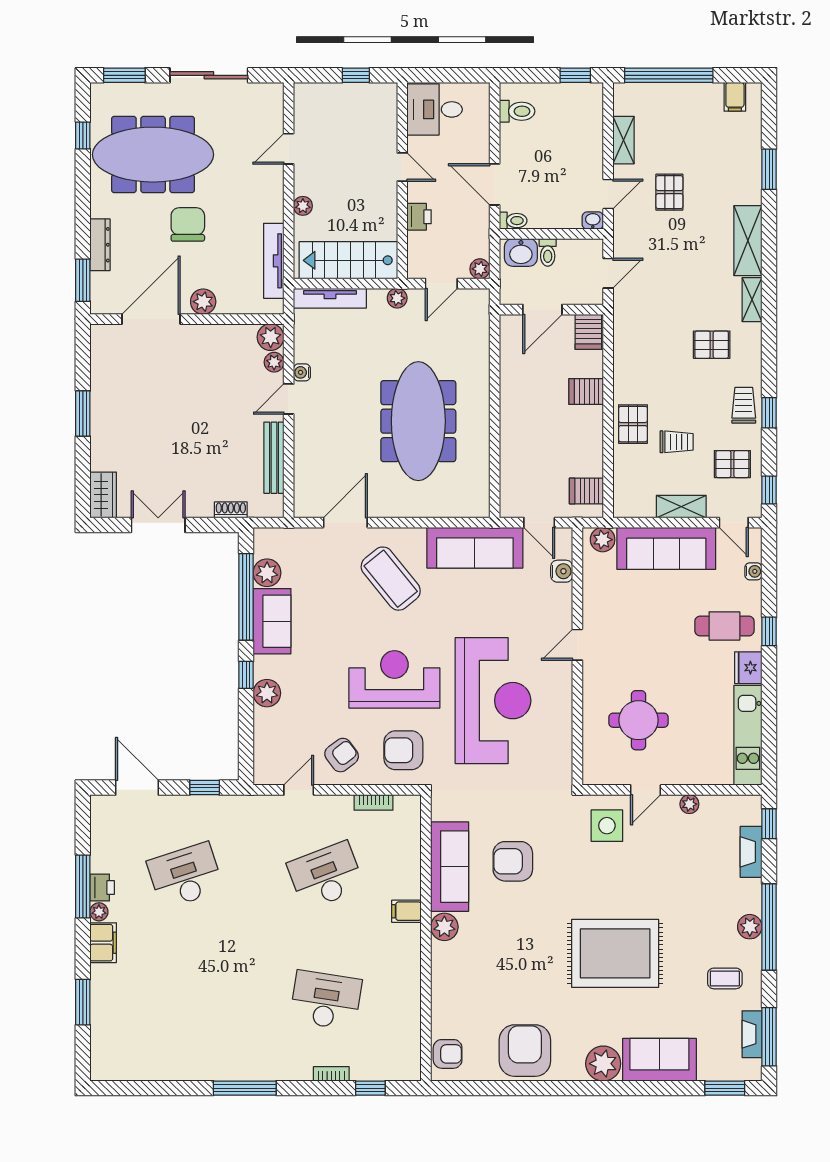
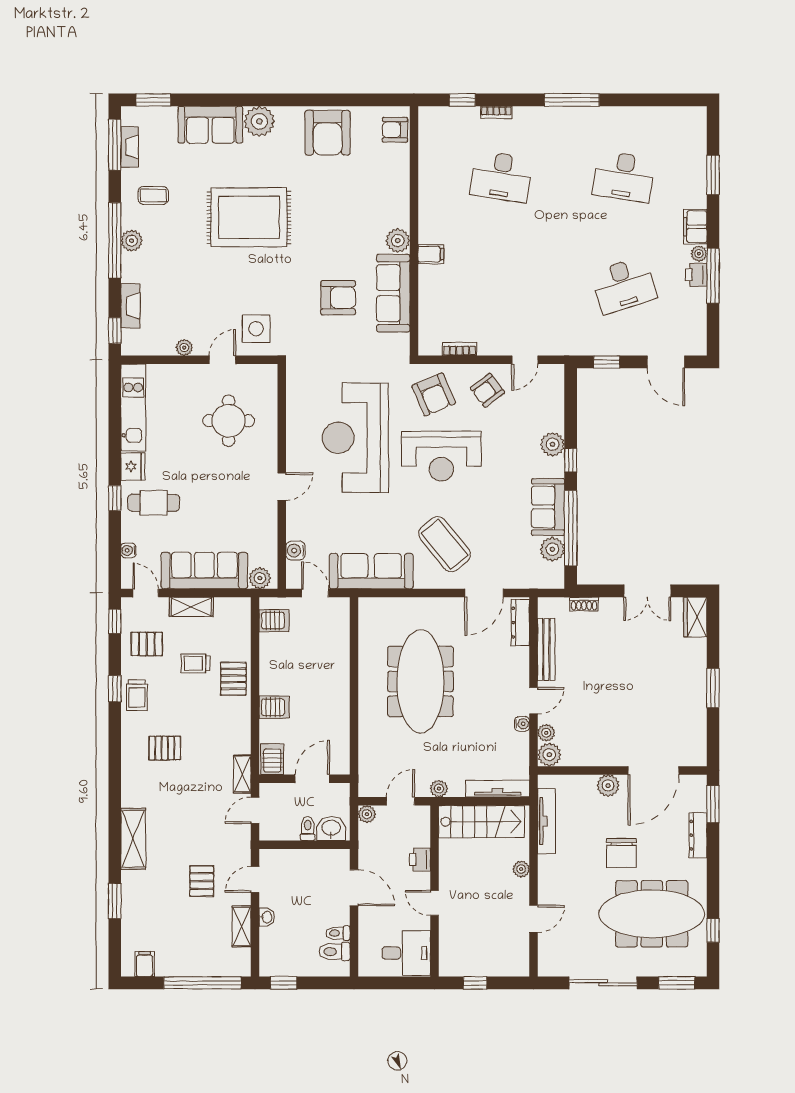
toilet: (513, 221) -> (338, 933), moved
washbasin: (593, 221) -> (267, 917), moved, turned -90
shelving: (752, 300) -> (242, 774), moved
dresser: (304, 489) -> (520, 623), added
armchair: (403, 750) -> (434, 394), turned 67
desk: (326, 876) -> (624, 177), moved, turned 30

